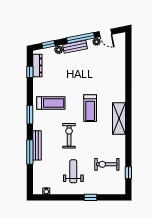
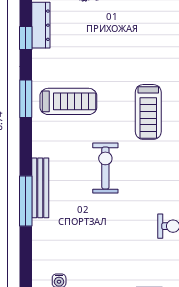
window: (30, 115) -> (26, 99), moved
weight bench: (73, 171) -> (114, 240), removed

